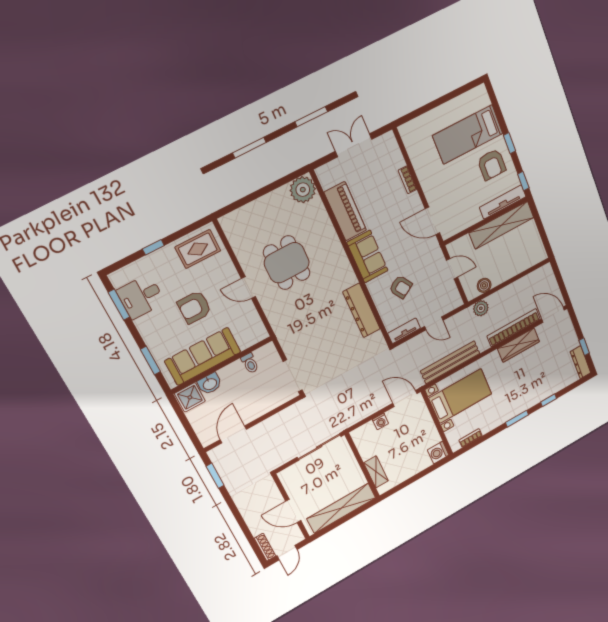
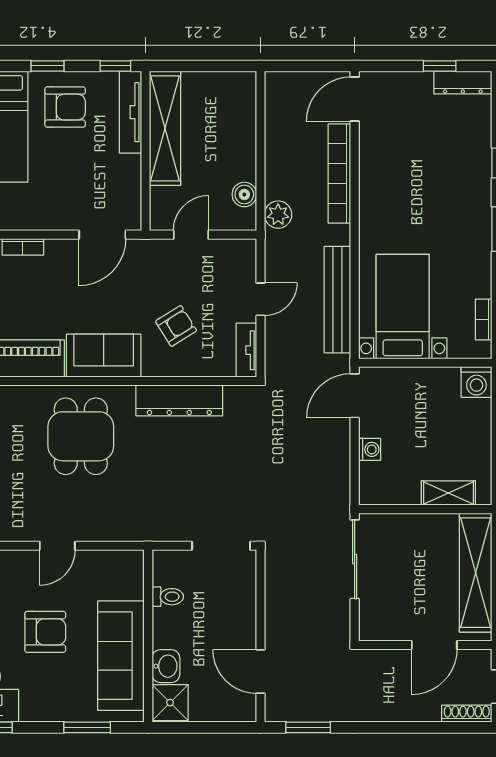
dining table: (287, 263) -> (81, 436), moved, turned 90
armchair: (194, 307) -> (45, 632), turned -90
wardrobe: (519, 345) -> (373, 177), removed

